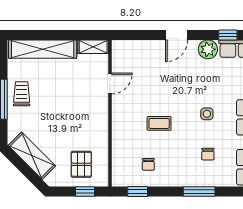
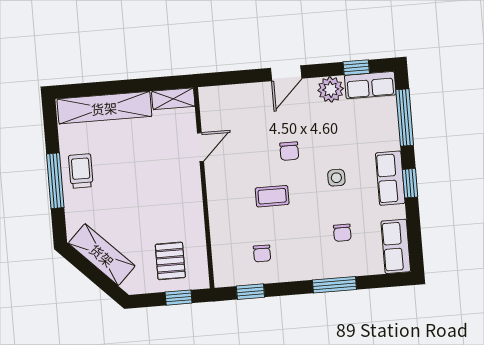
chair: (174, 92) -> (289, 151), added

